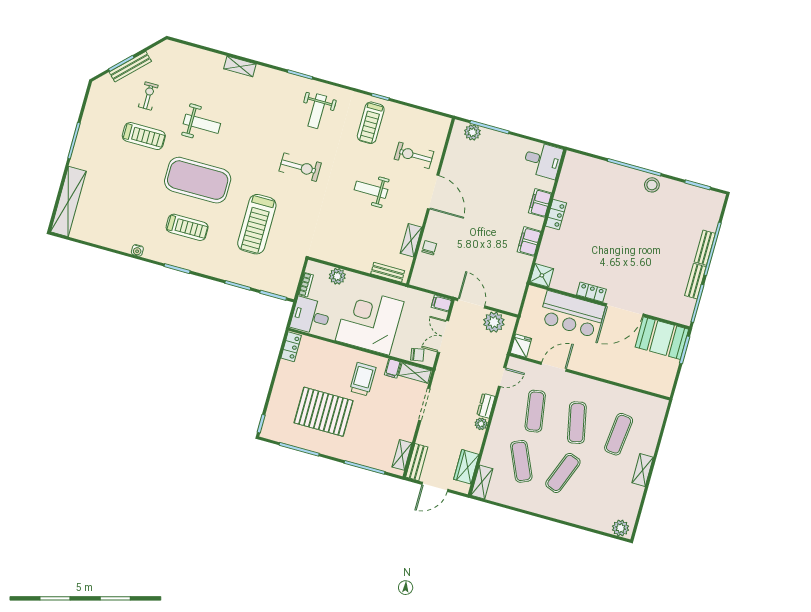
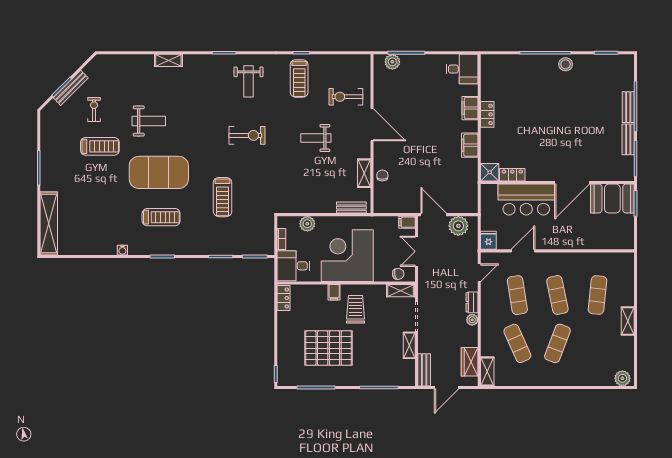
treadmill: (257, 224) -> (223, 197), width x0.73, depth x0.73
locker: (591, 292) -> (512, 175), moved
filing cabinet: (393, 368) -> (334, 292), moved
shelving: (402, 455) -> (409, 345), moved

